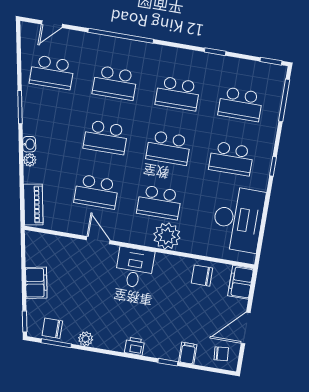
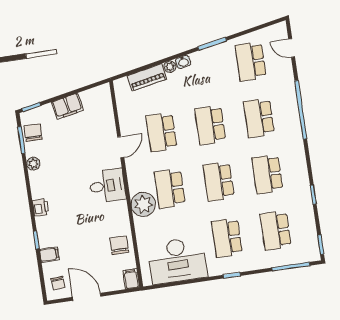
piano: (33, 205) -> (147, 77), moved
filing cabinet: (241, 282) -> (131, 279), width x0.50

